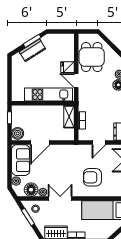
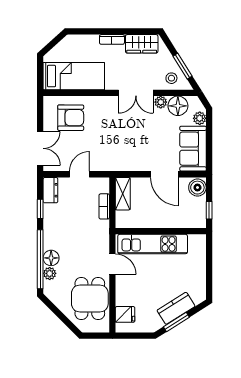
fridge: (67, 67) -> (125, 314), moved
shelving: (69, 117) -> (123, 194), moved
door: (40, 143) -> (165, 174), swing flipped
armchair: (92, 177) -> (71, 118), moved

